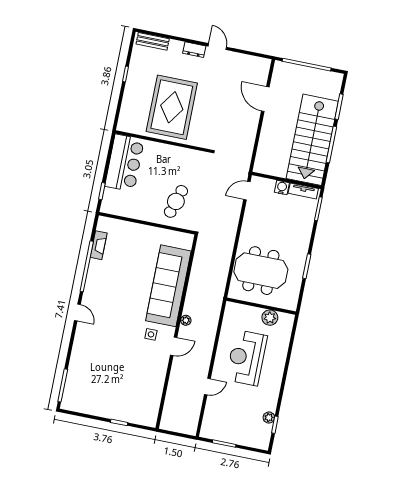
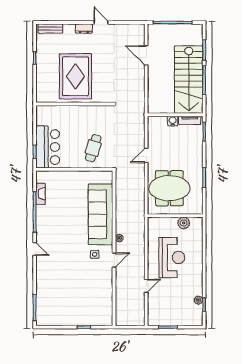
bar counter: (124, 163) -> (48, 147), moved
door: (247, 191) -> (146, 155), moved
reception desk: (247, 358) -> (172, 258), turned 180

